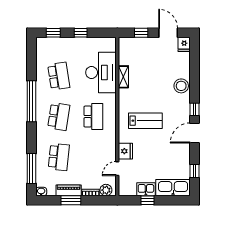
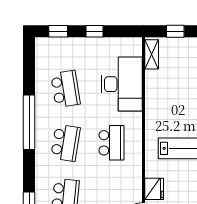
shelving: (123, 77) -> (152, 54), moved

